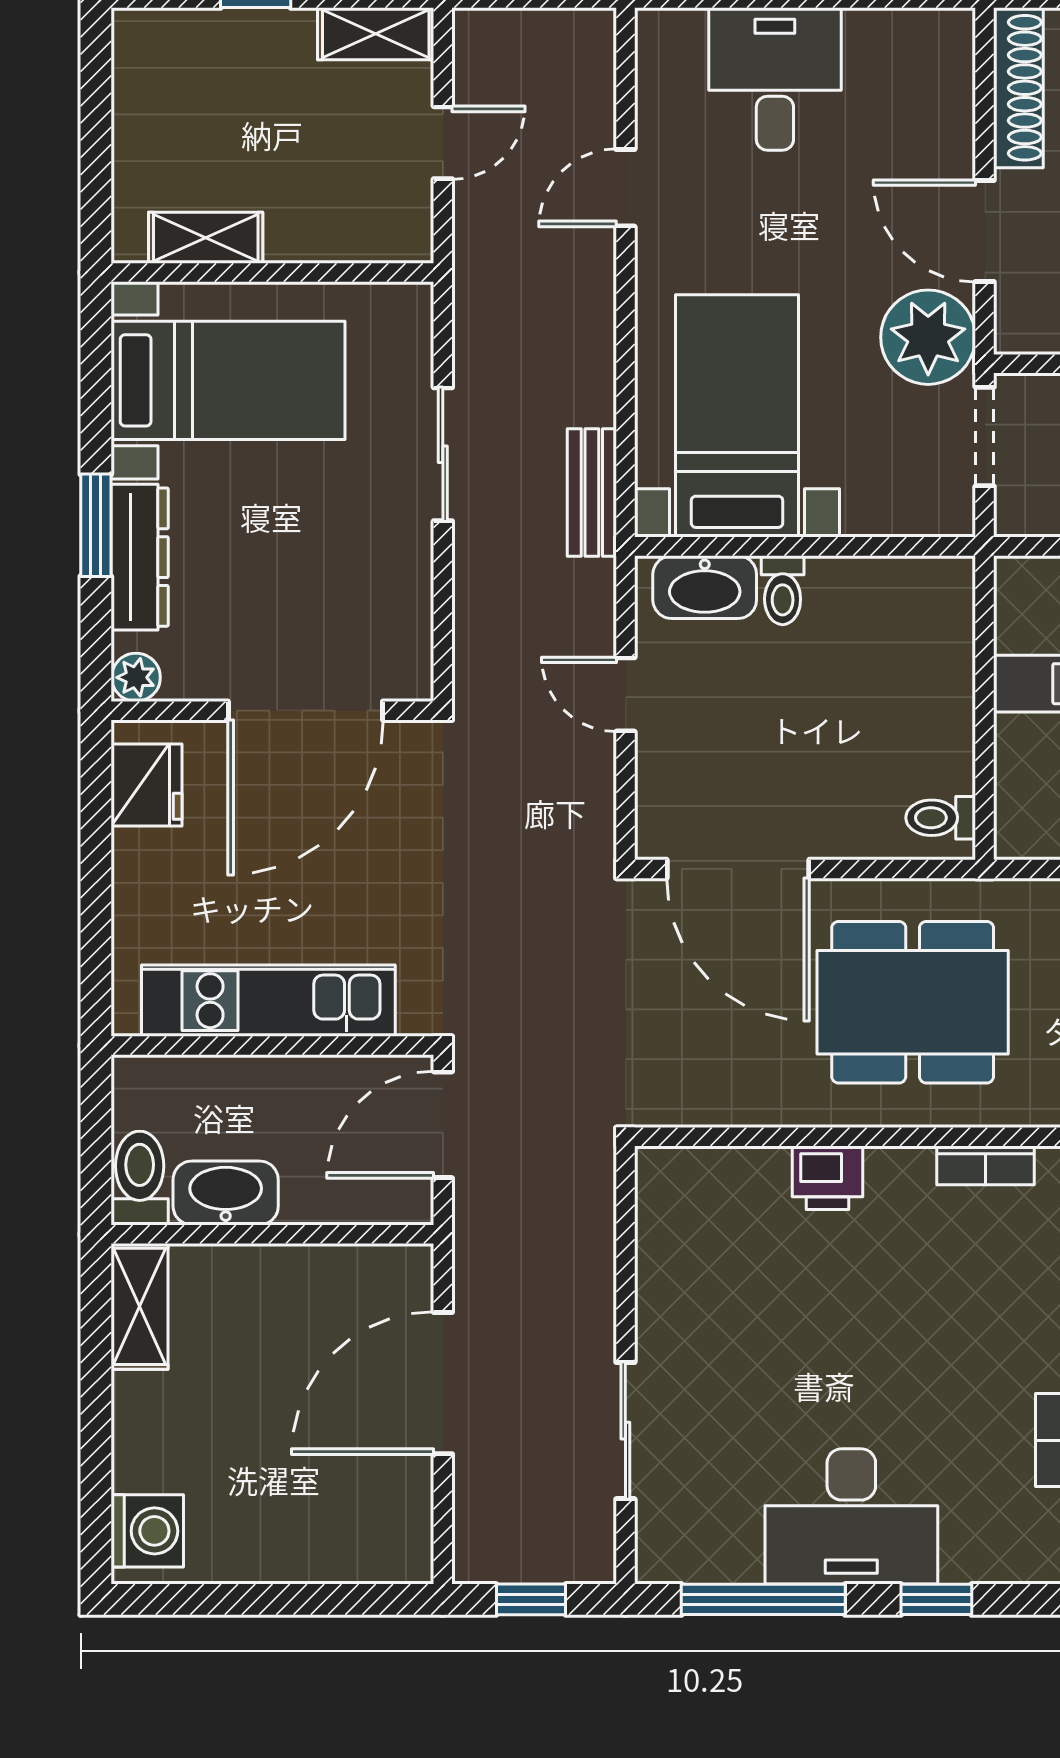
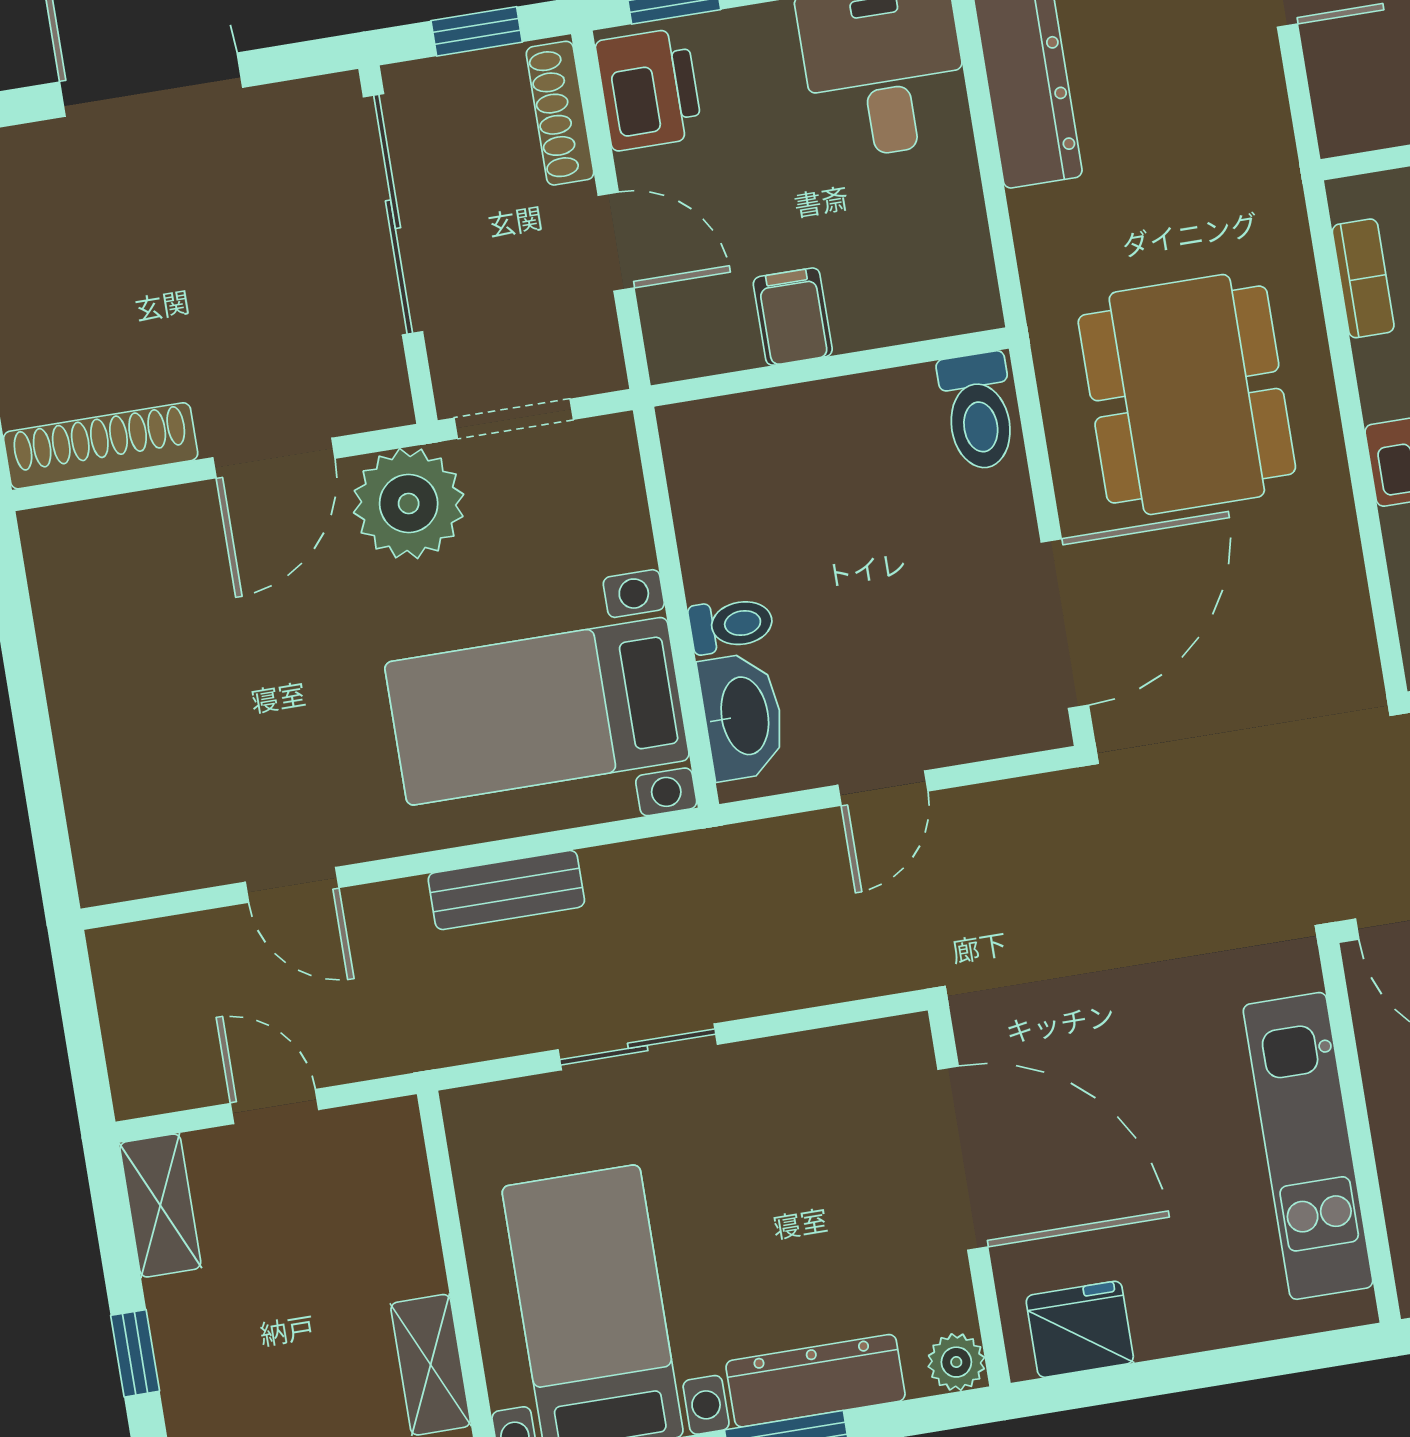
desk: (775, 79) -> (137, 731), removed
bench: (592, 493) -> (506, 890), moved
toilet: (941, 818) -> (978, 411), width x1.37, depth x1.39

